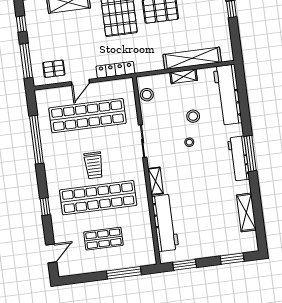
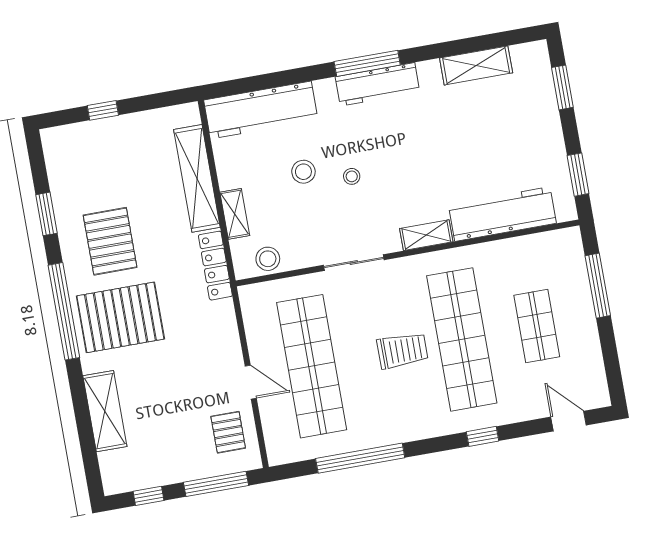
locker: (115, 70) -> (215, 266), moved
shelving: (184, 76) -> (235, 214), moved

